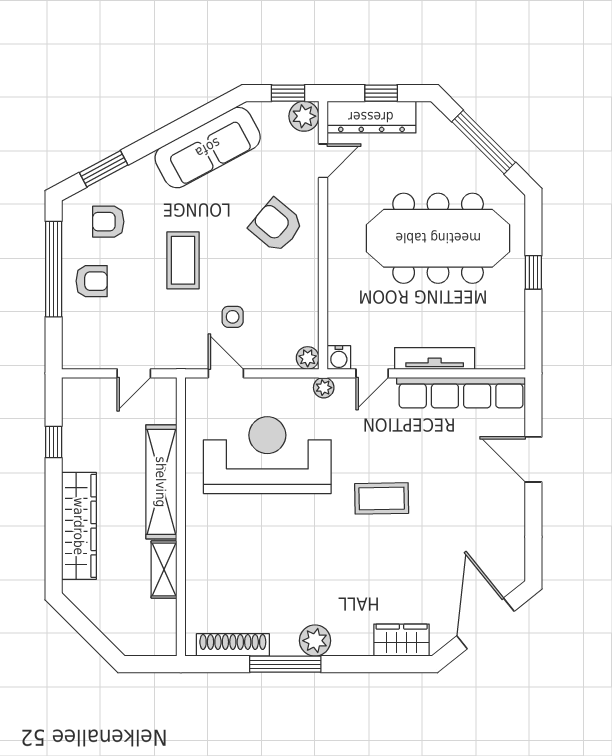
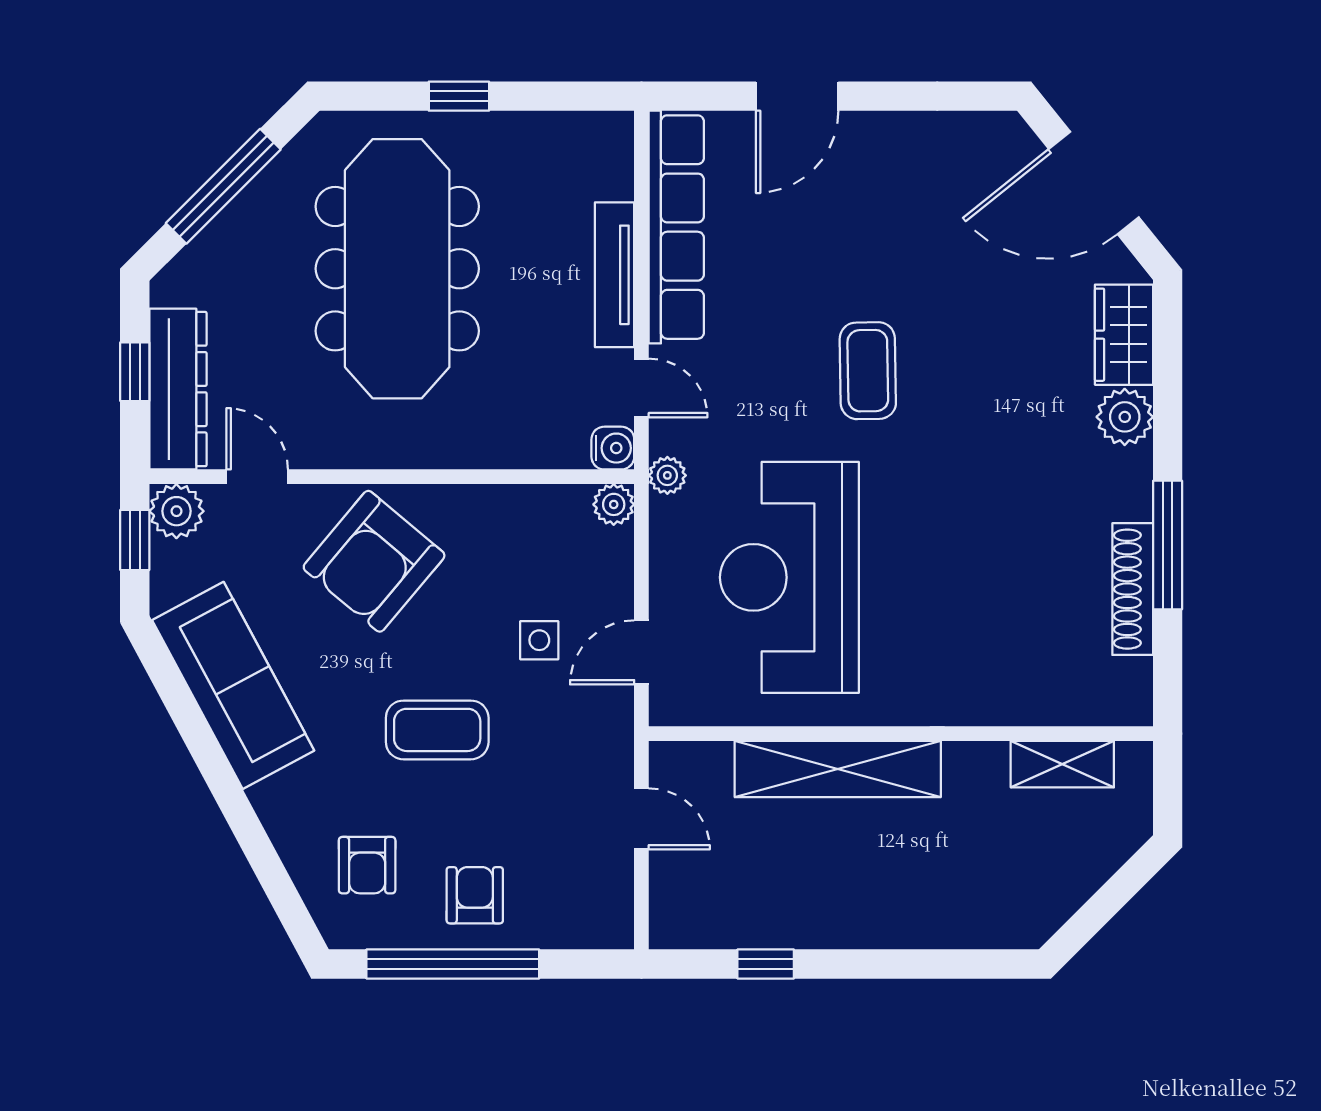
window: (104, 169) -> (271, 873), removed
armchair: (276, 225) -> (374, 561), width x1.36, depth x1.36
wardrobe: (79, 526) -> (917, 918), removed
shelving: (164, 570) -> (1062, 764), moved
plant: (315, 641) -> (1125, 417), moved
shoe rack: (233, 645) -> (1133, 589), moved

